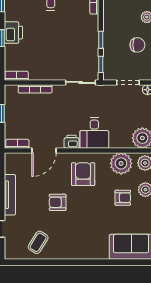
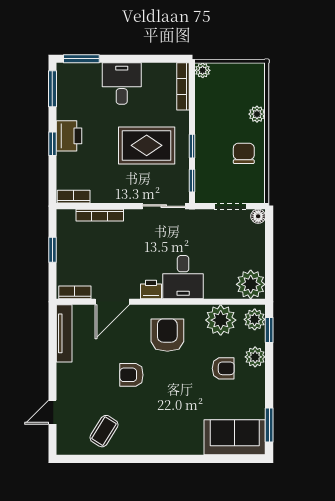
rug: (68, 39) -> (147, 145), added
chair: (137, 45) -> (244, 153), turned -90
tv unit: (10, 195) -> (64, 333), moved

